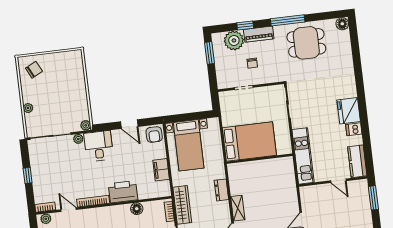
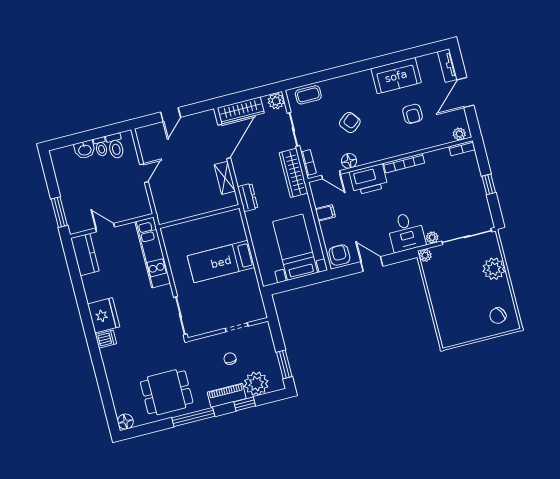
plant: (28, 108) -> (494, 269), width x1.88, depth x1.88
dishwasher: (354, 129) -> (106, 339), moved
bed: (249, 142) -> (221, 262), width x0.67
wall: (260, 159) -> (199, 216), moved
filing cabinet: (161, 170) -> (325, 213), width x0.50
door: (69, 210) -> (331, 175), moved

